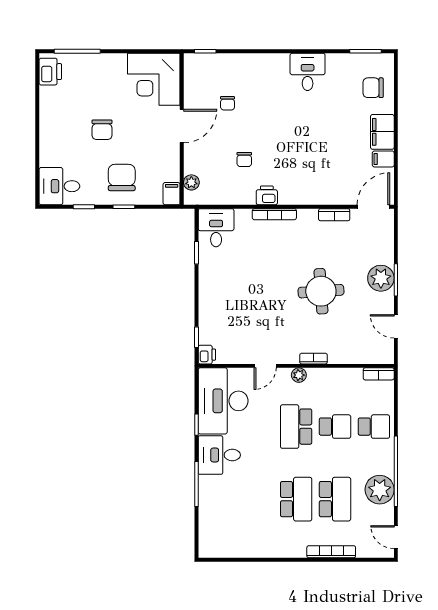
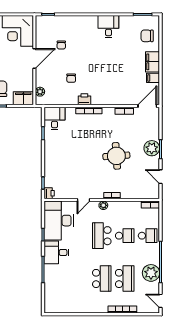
filing cabinet: (172, 194) -> (23, 98), width x2.00

